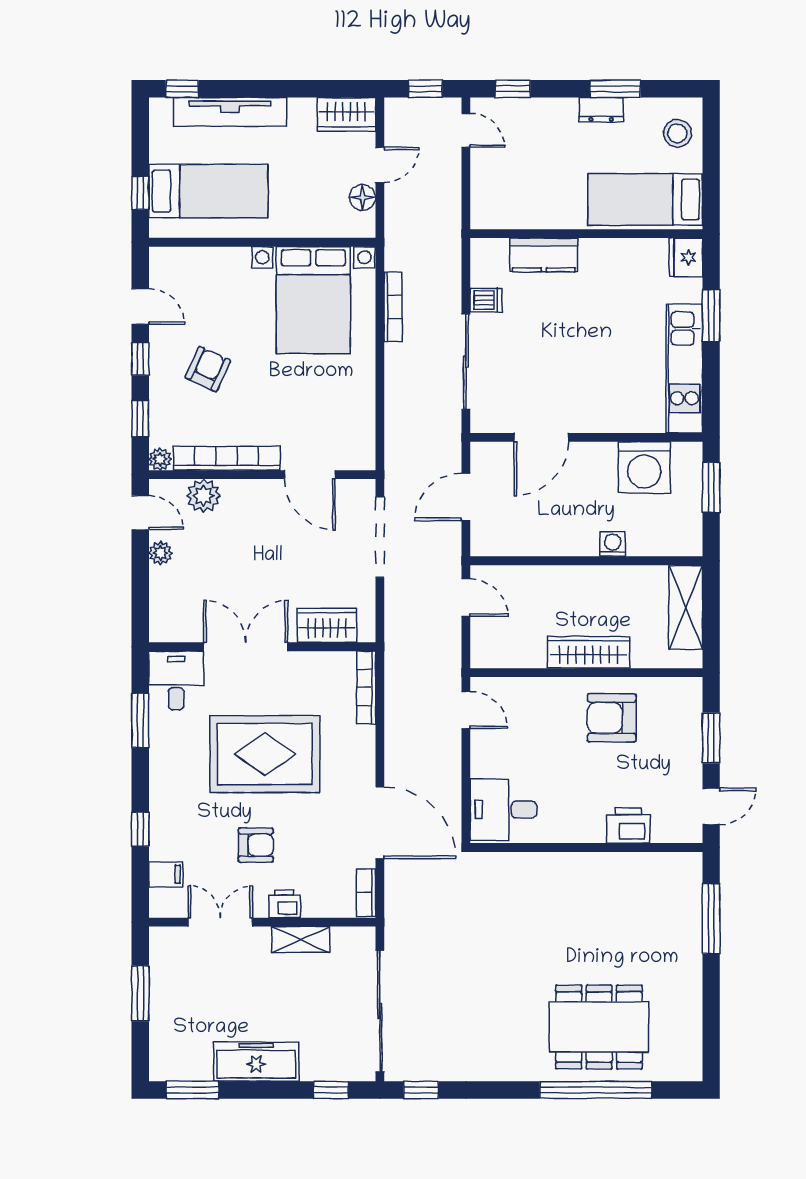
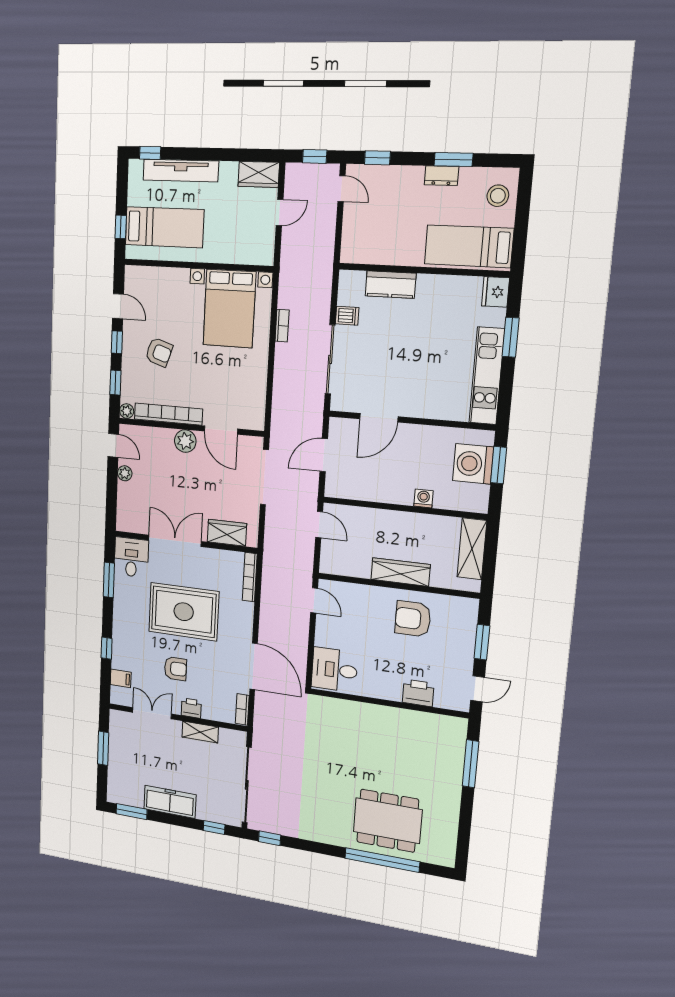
floor lamp: (362, 197) -> (266, 236), removed
bookcase: (393, 307) -> (282, 326), width x0.64
armchair: (208, 369) -> (159, 352), turned 83
washing machine: (644, 467) -> (473, 464), moved, turned 90
plant: (204, 496) -> (185, 441), moved

